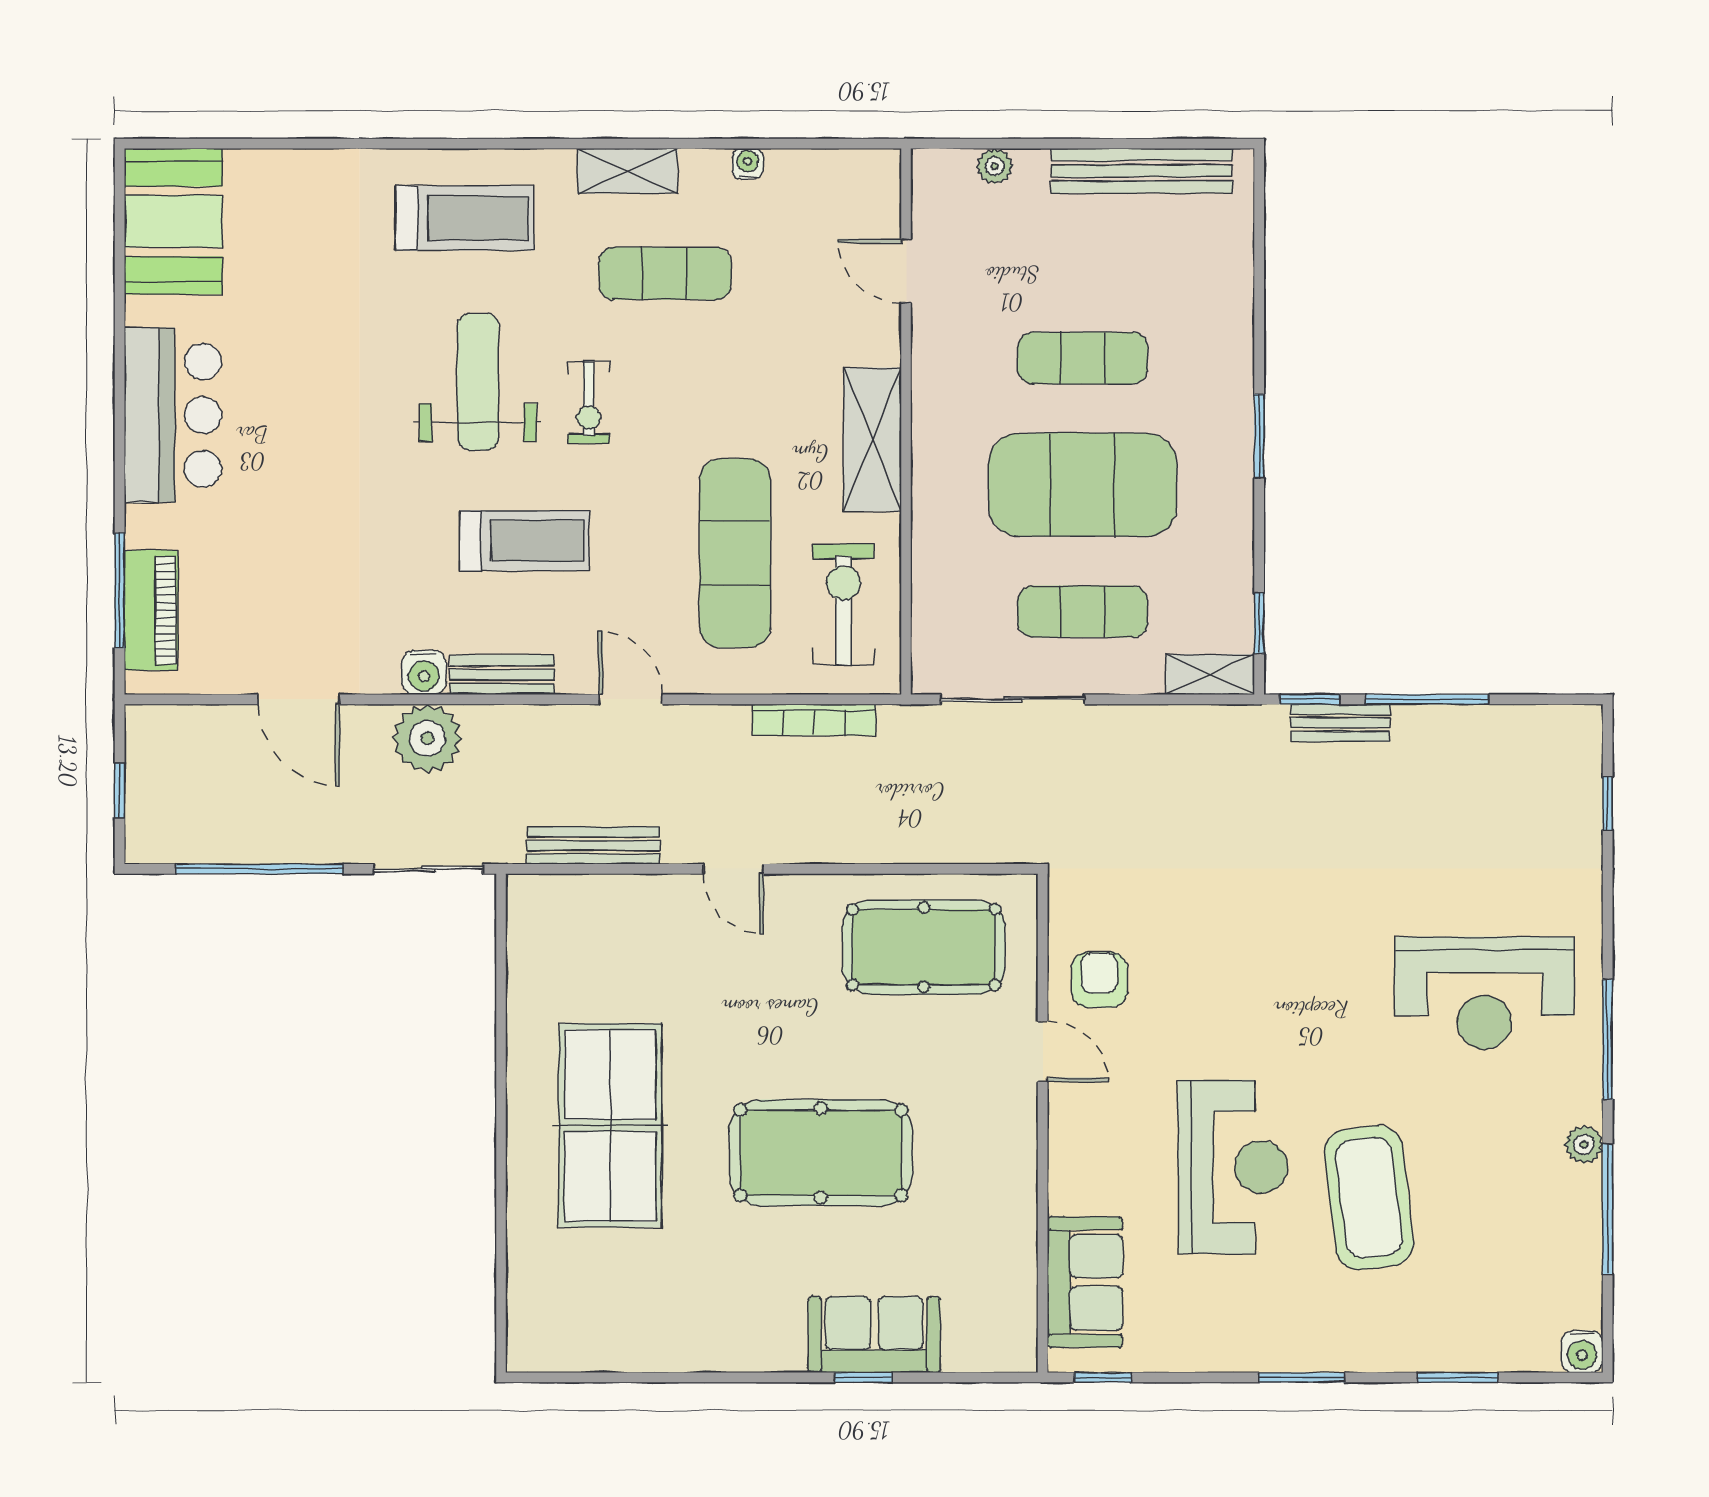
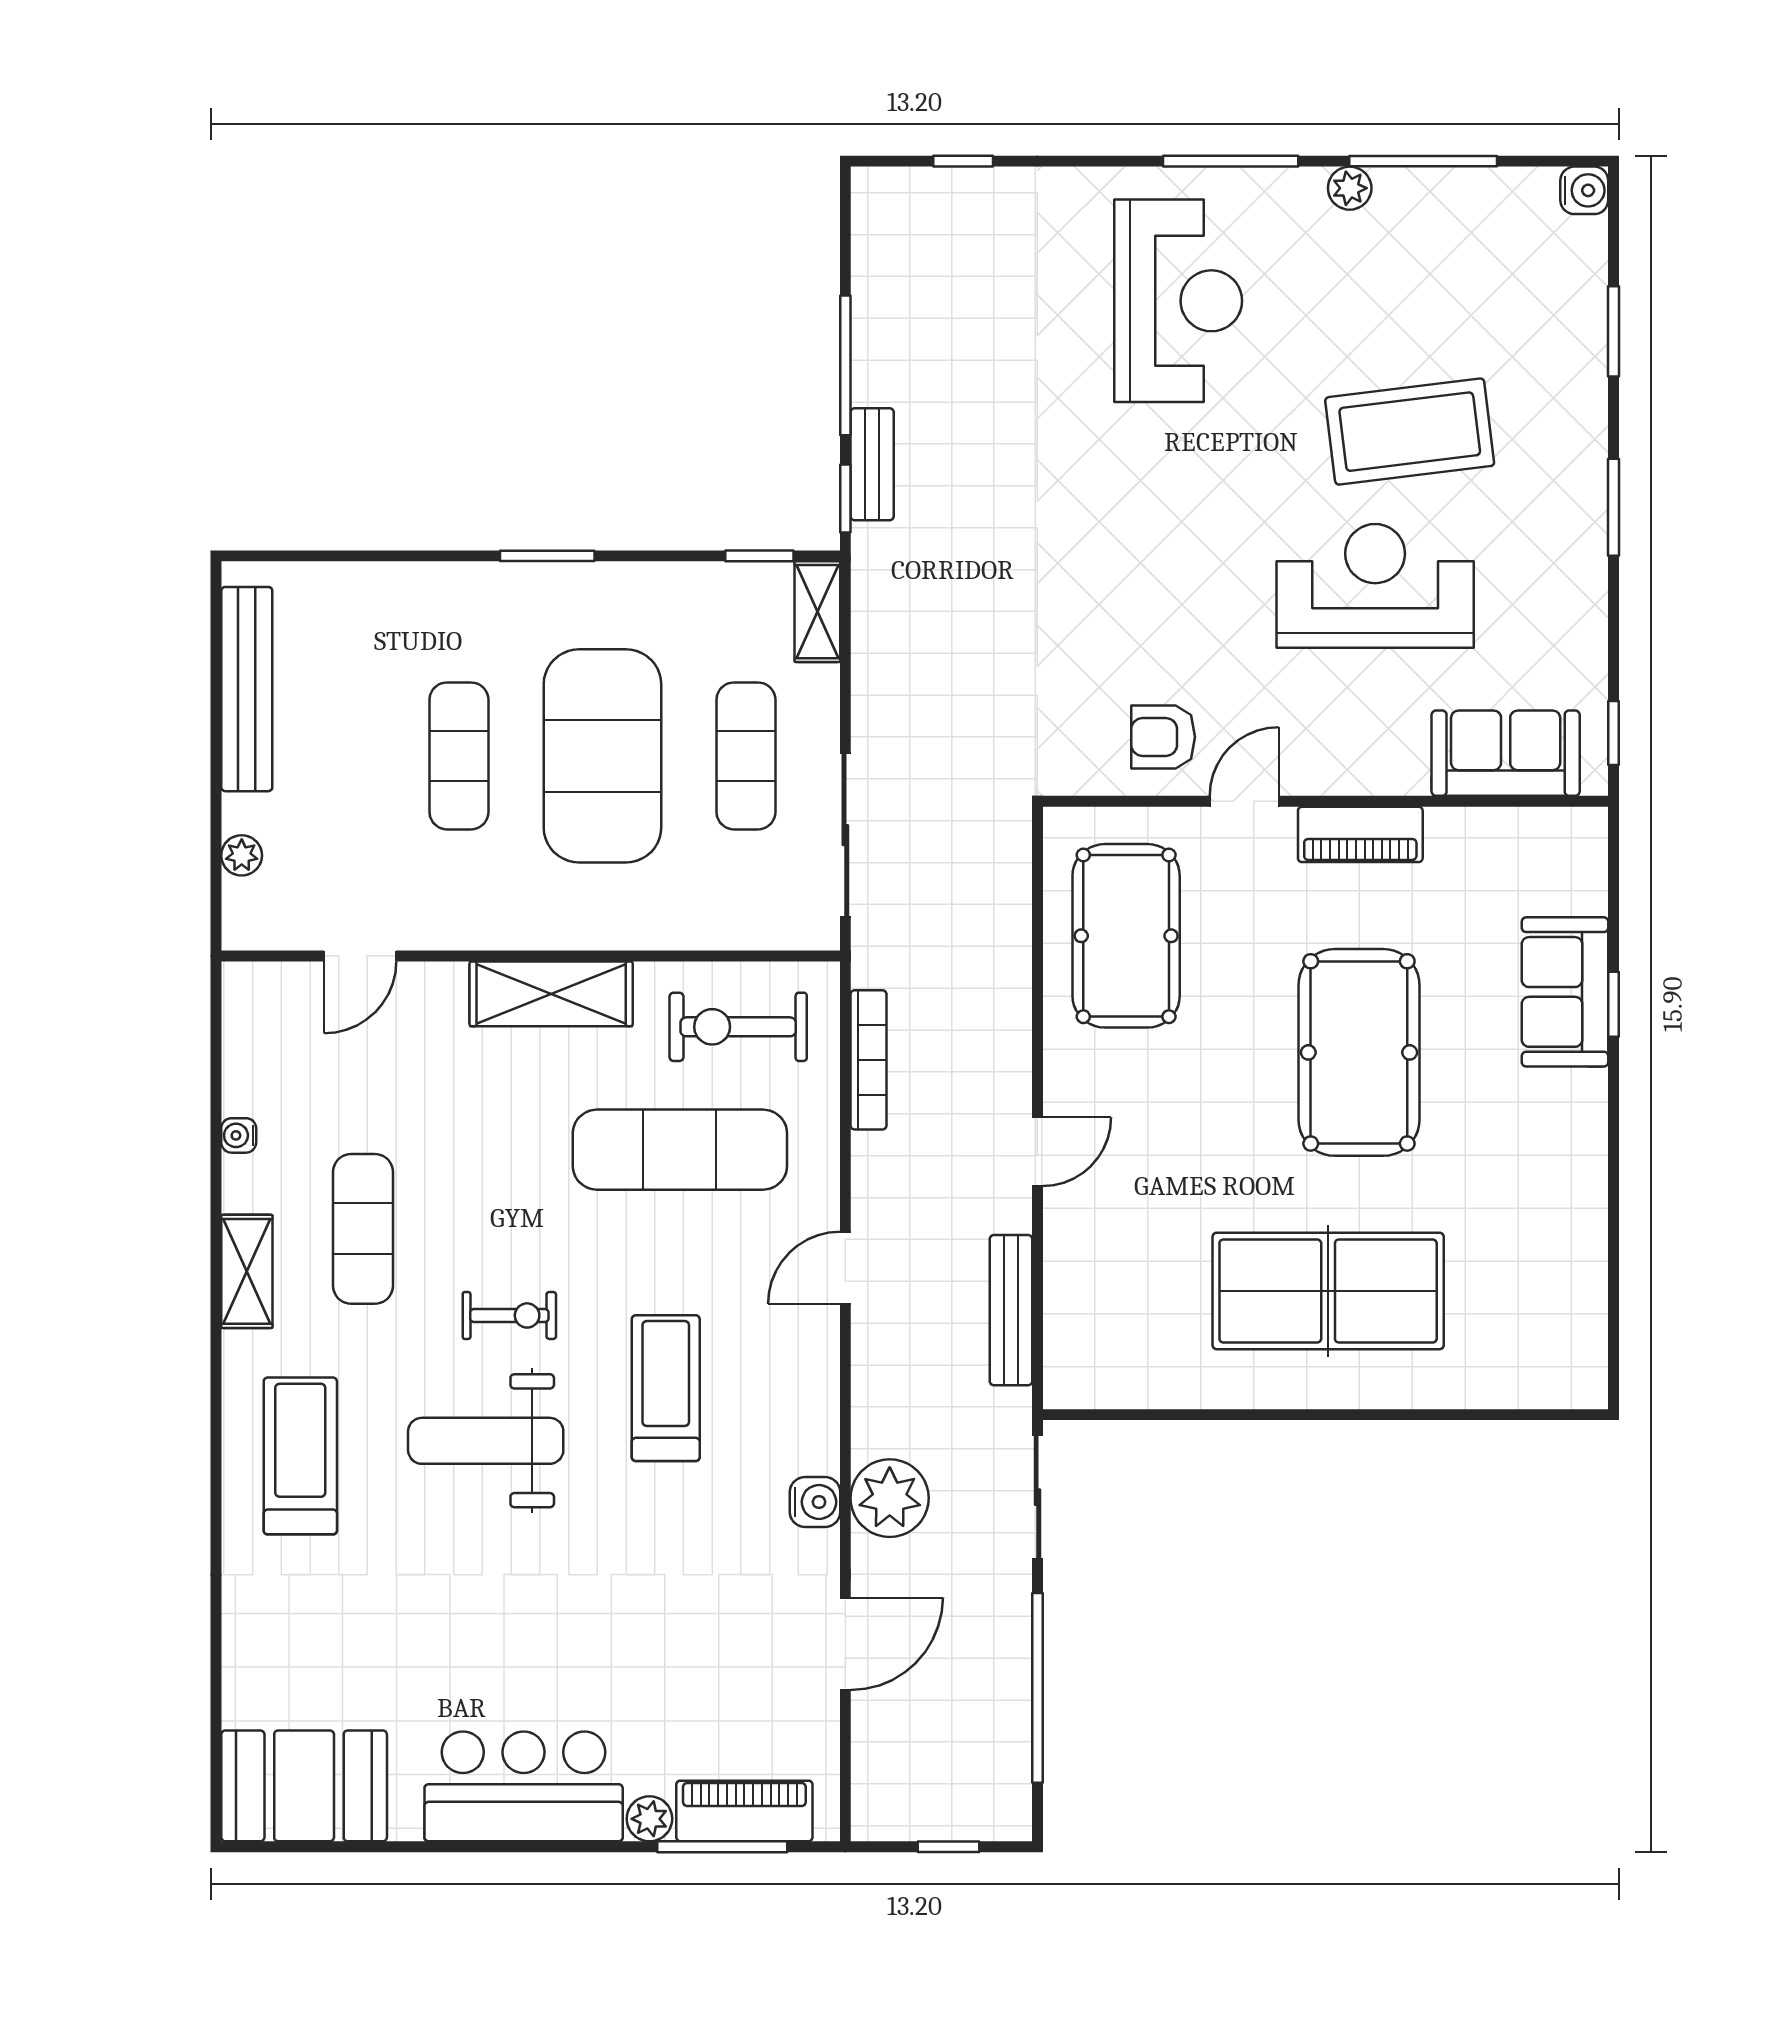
plant: (144, 526) -> (649, 1819), added
bench: (502, 675) -> (818, 1414), removed
piano: (1013, 1154) -> (1360, 834), added

